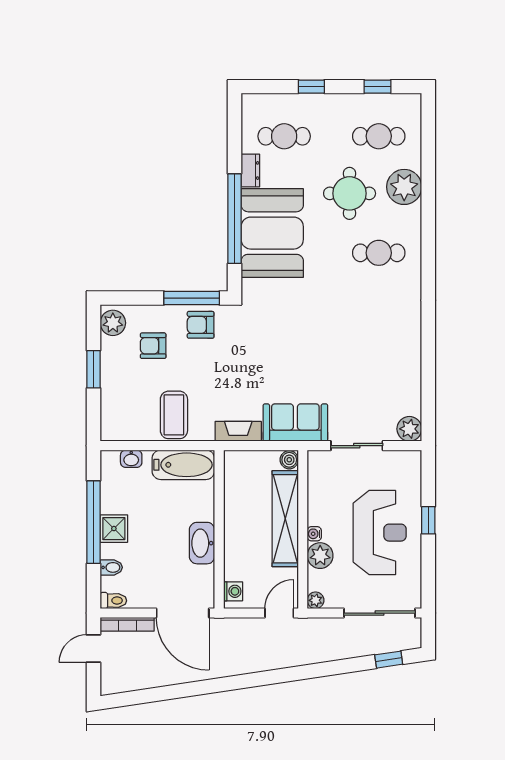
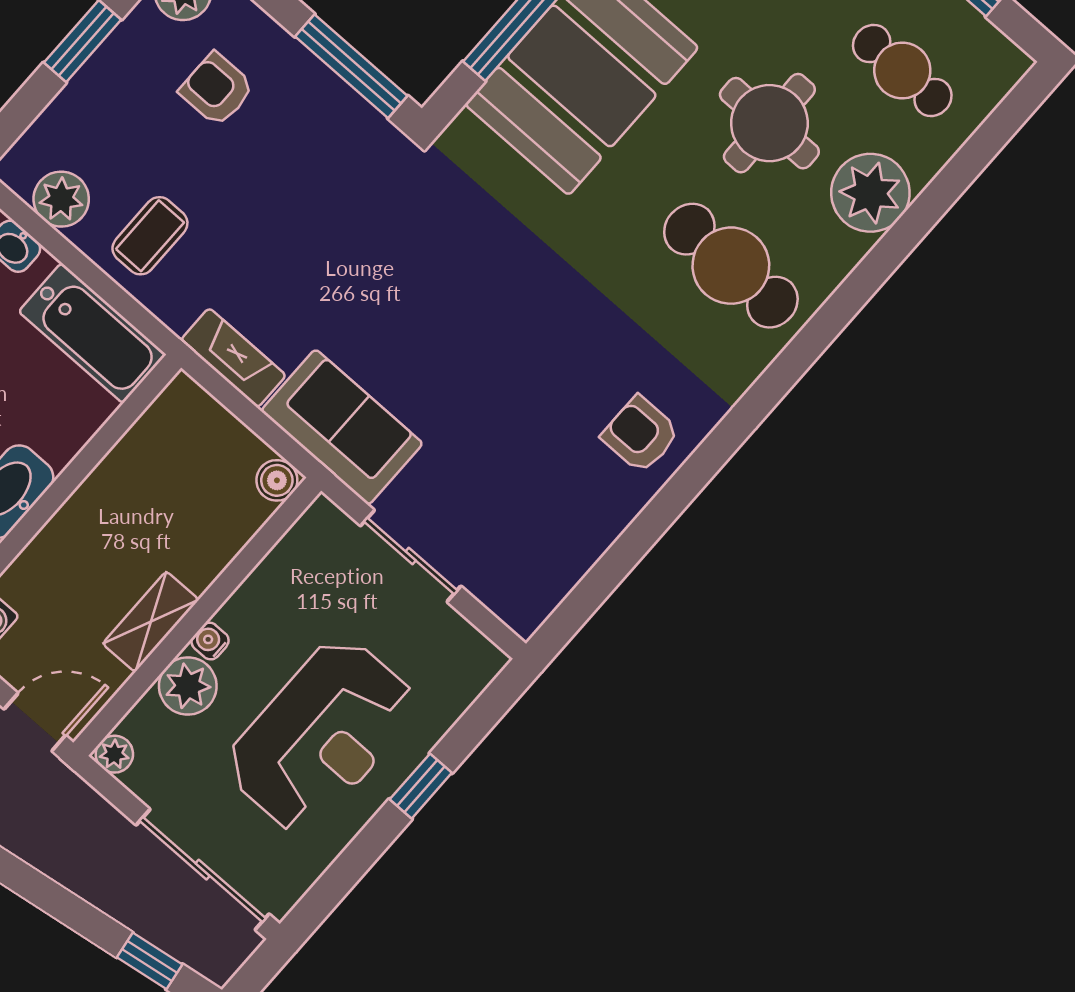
cafe table: (379, 253) -> (731, 266), width x1.37, depth x1.35
armchair: (201, 325) -> (641, 435), moved
coffee table: (174, 415) -> (150, 236), width x0.73, depth x0.77
plant: (409, 429) -> (61, 199), moved
shelving: (285, 519) -> (151, 622), width x0.45, depth x0.75

